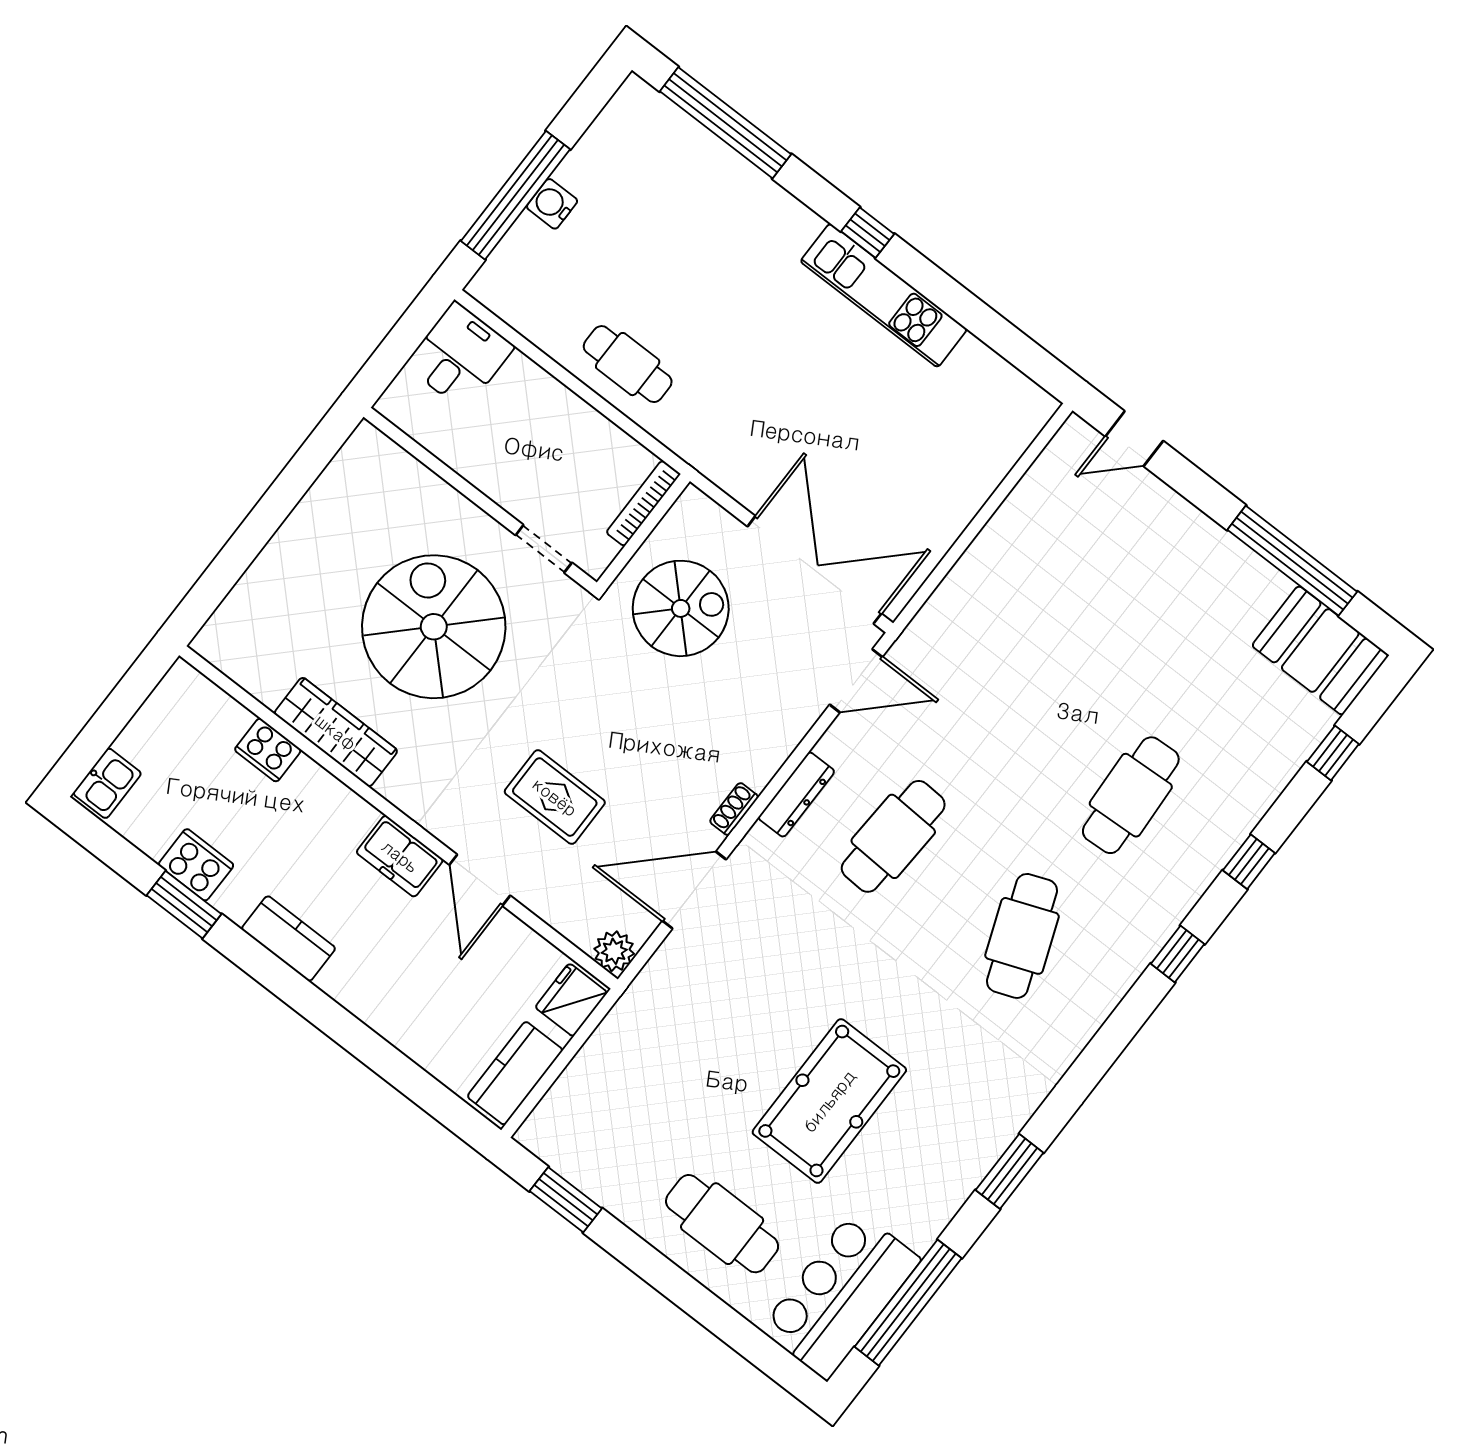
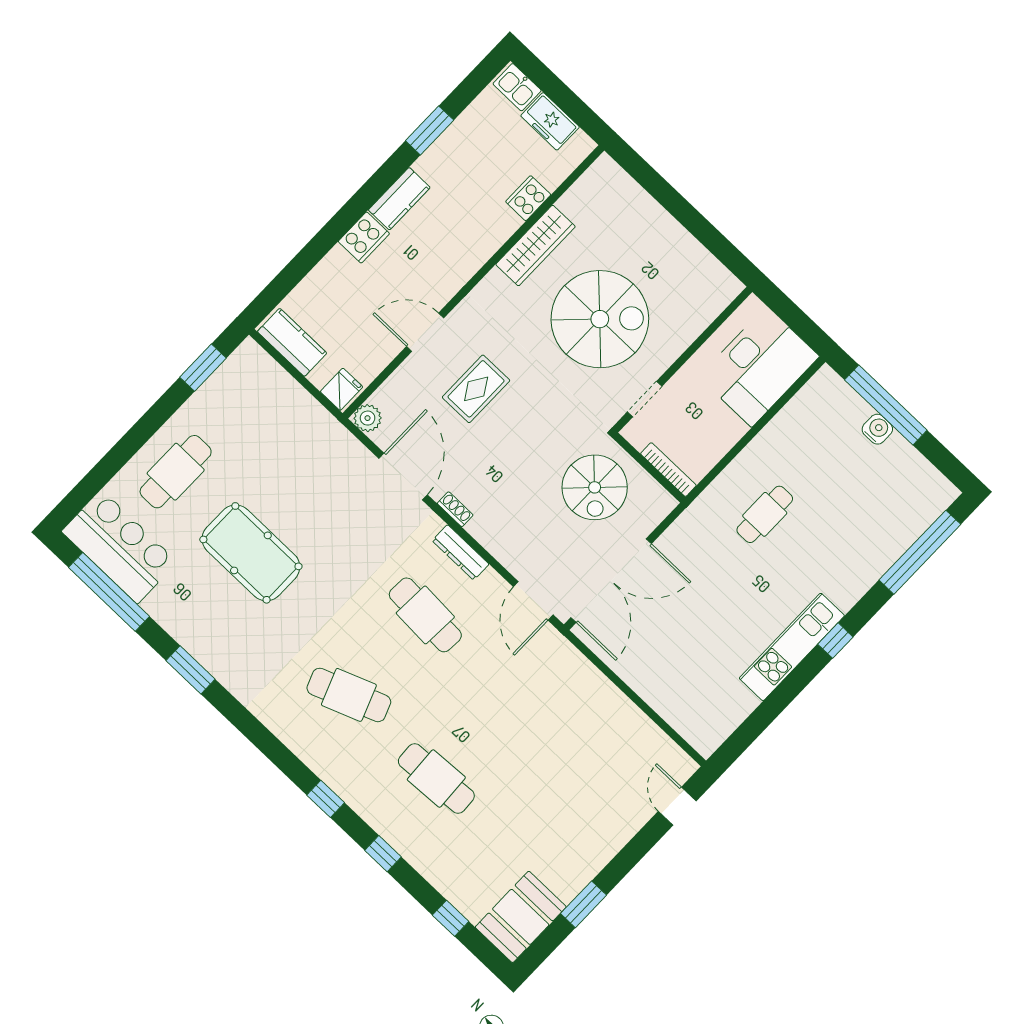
desk: (460, 356) -> (759, 367), width x1.87, depth x1.30
cafe table: (628, 364) -> (765, 514), moved
window: (1292, 561) -> (583, 904), width x0.47
freezer: (400, 856) -> (550, 121), moved, turned -90
cooker: (196, 865) -> (364, 238), moved
fridge: (571, 1000) -> (342, 389), width x0.72

